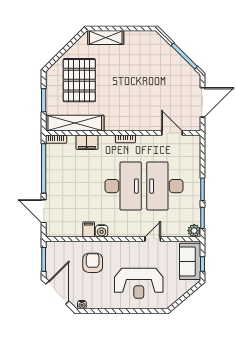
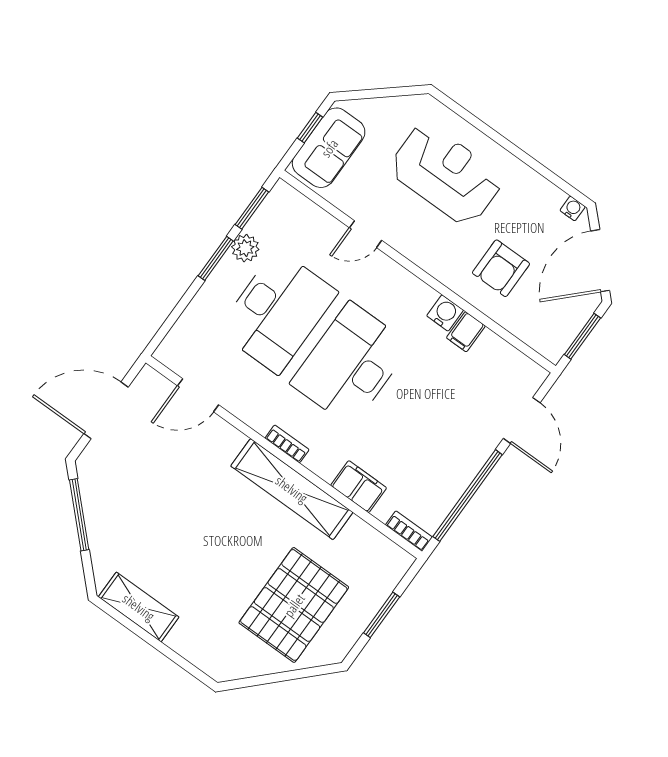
shelving: (106, 37) -> (139, 607), moved
shelving: (75, 123) -> (292, 489), moved
door: (172, 133) -> (198, 395), hinge flipped
plant: (194, 231) -> (245, 248), moved

